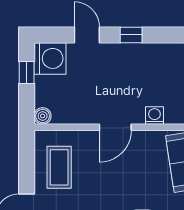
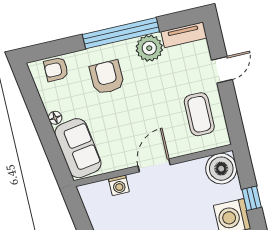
boiler: (43, 116) -> (221, 169), width x1.86, depth x1.86

